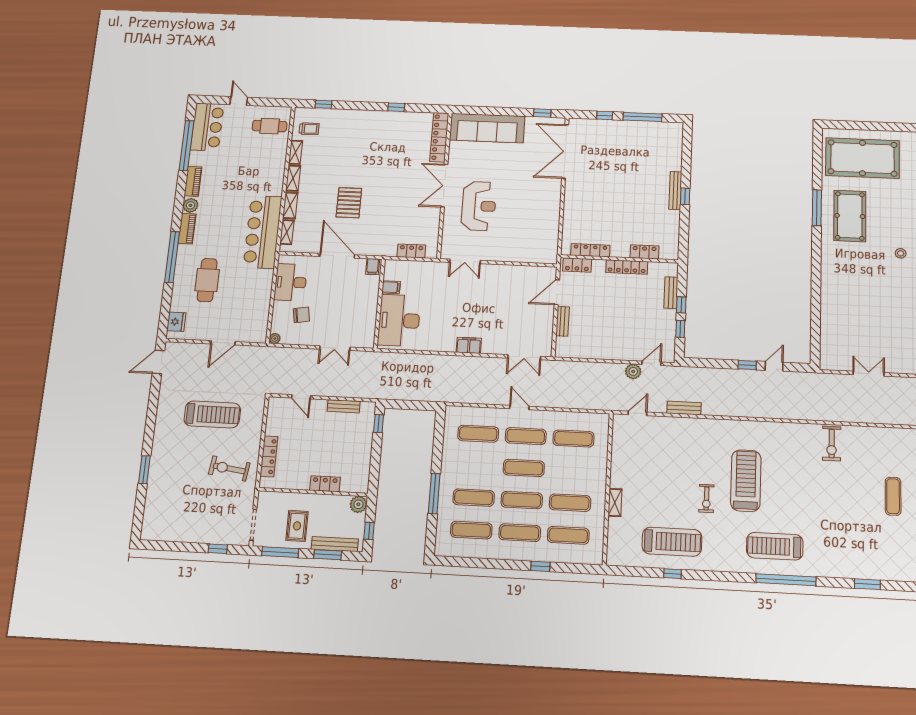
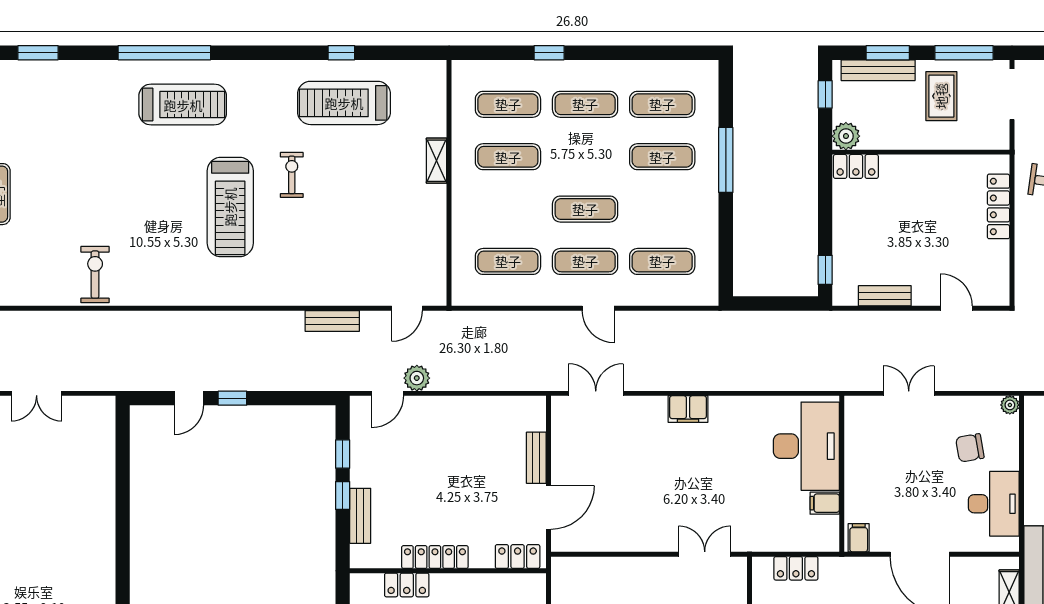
locker: (590, 250) -> (497, 584), removed
locker: (325, 484) -> (856, 166), moved
exercise mat: (522, 500) -> (585, 157), removed

